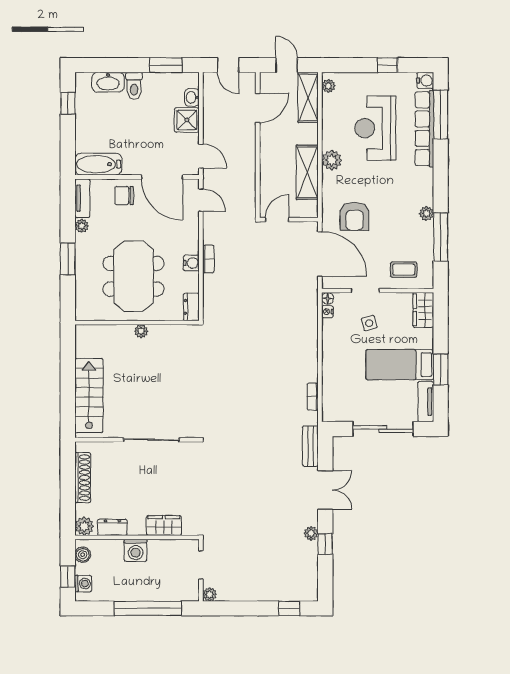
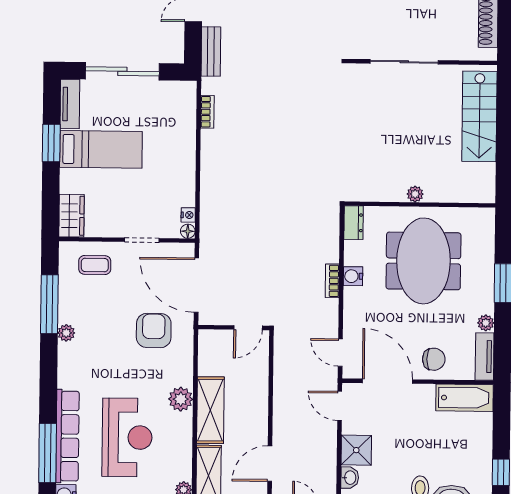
shelving: (307, 172) -> (210, 410), moved
side table: (369, 323) -> (138, 200), removed

